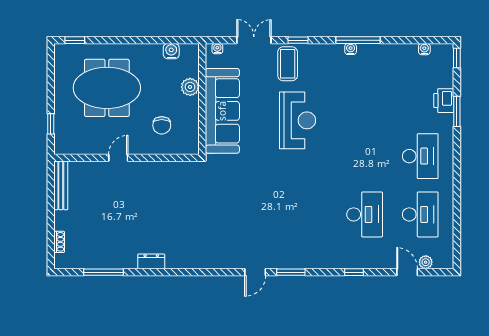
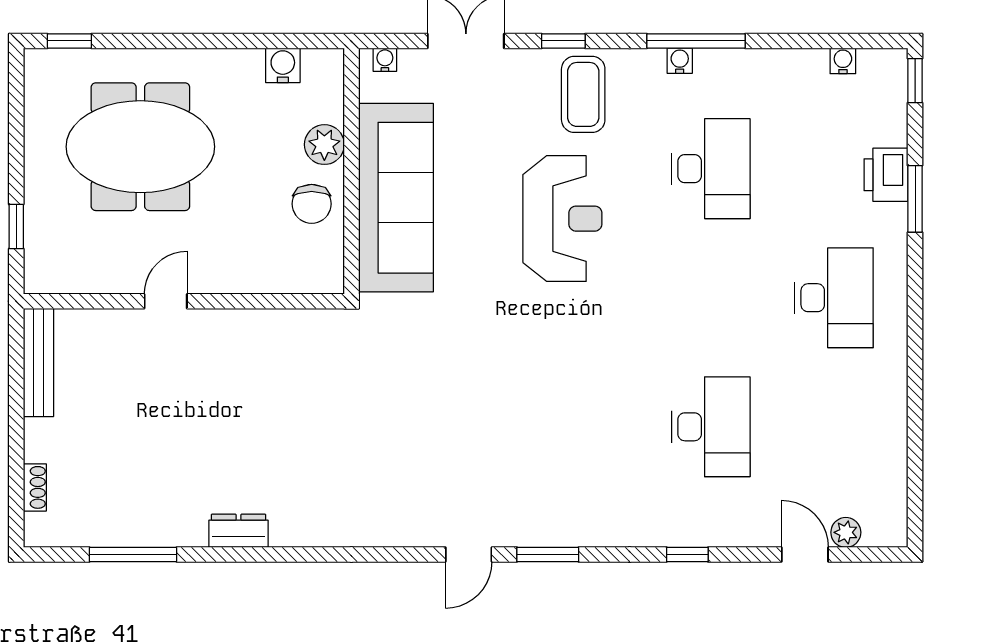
coffee table: (288, 64) -> (583, 94), moved
chair: (162, 125) -> (312, 204), moved
desk: (420, 214) -> (711, 169), moved

